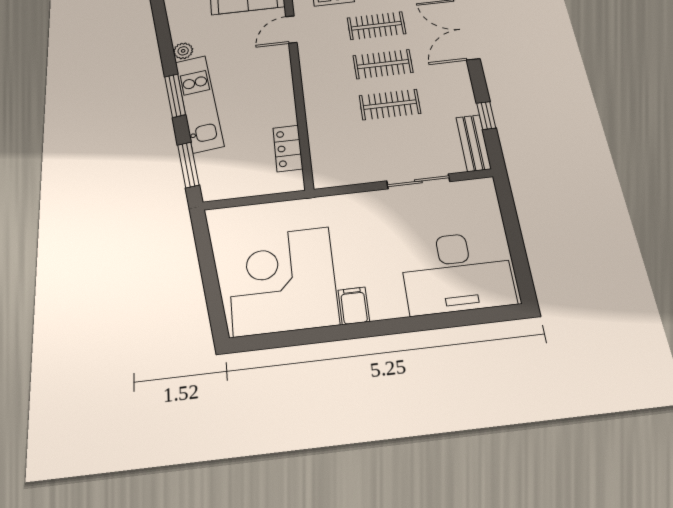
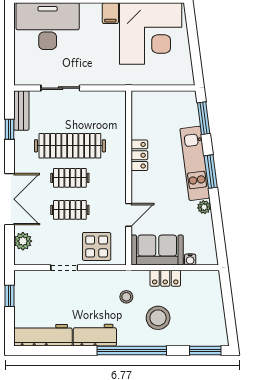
clothes rail: (390, 105) -> (70, 146), width x1.86, depth x1.31
locker: (288, 148) -> (139, 155), moved

